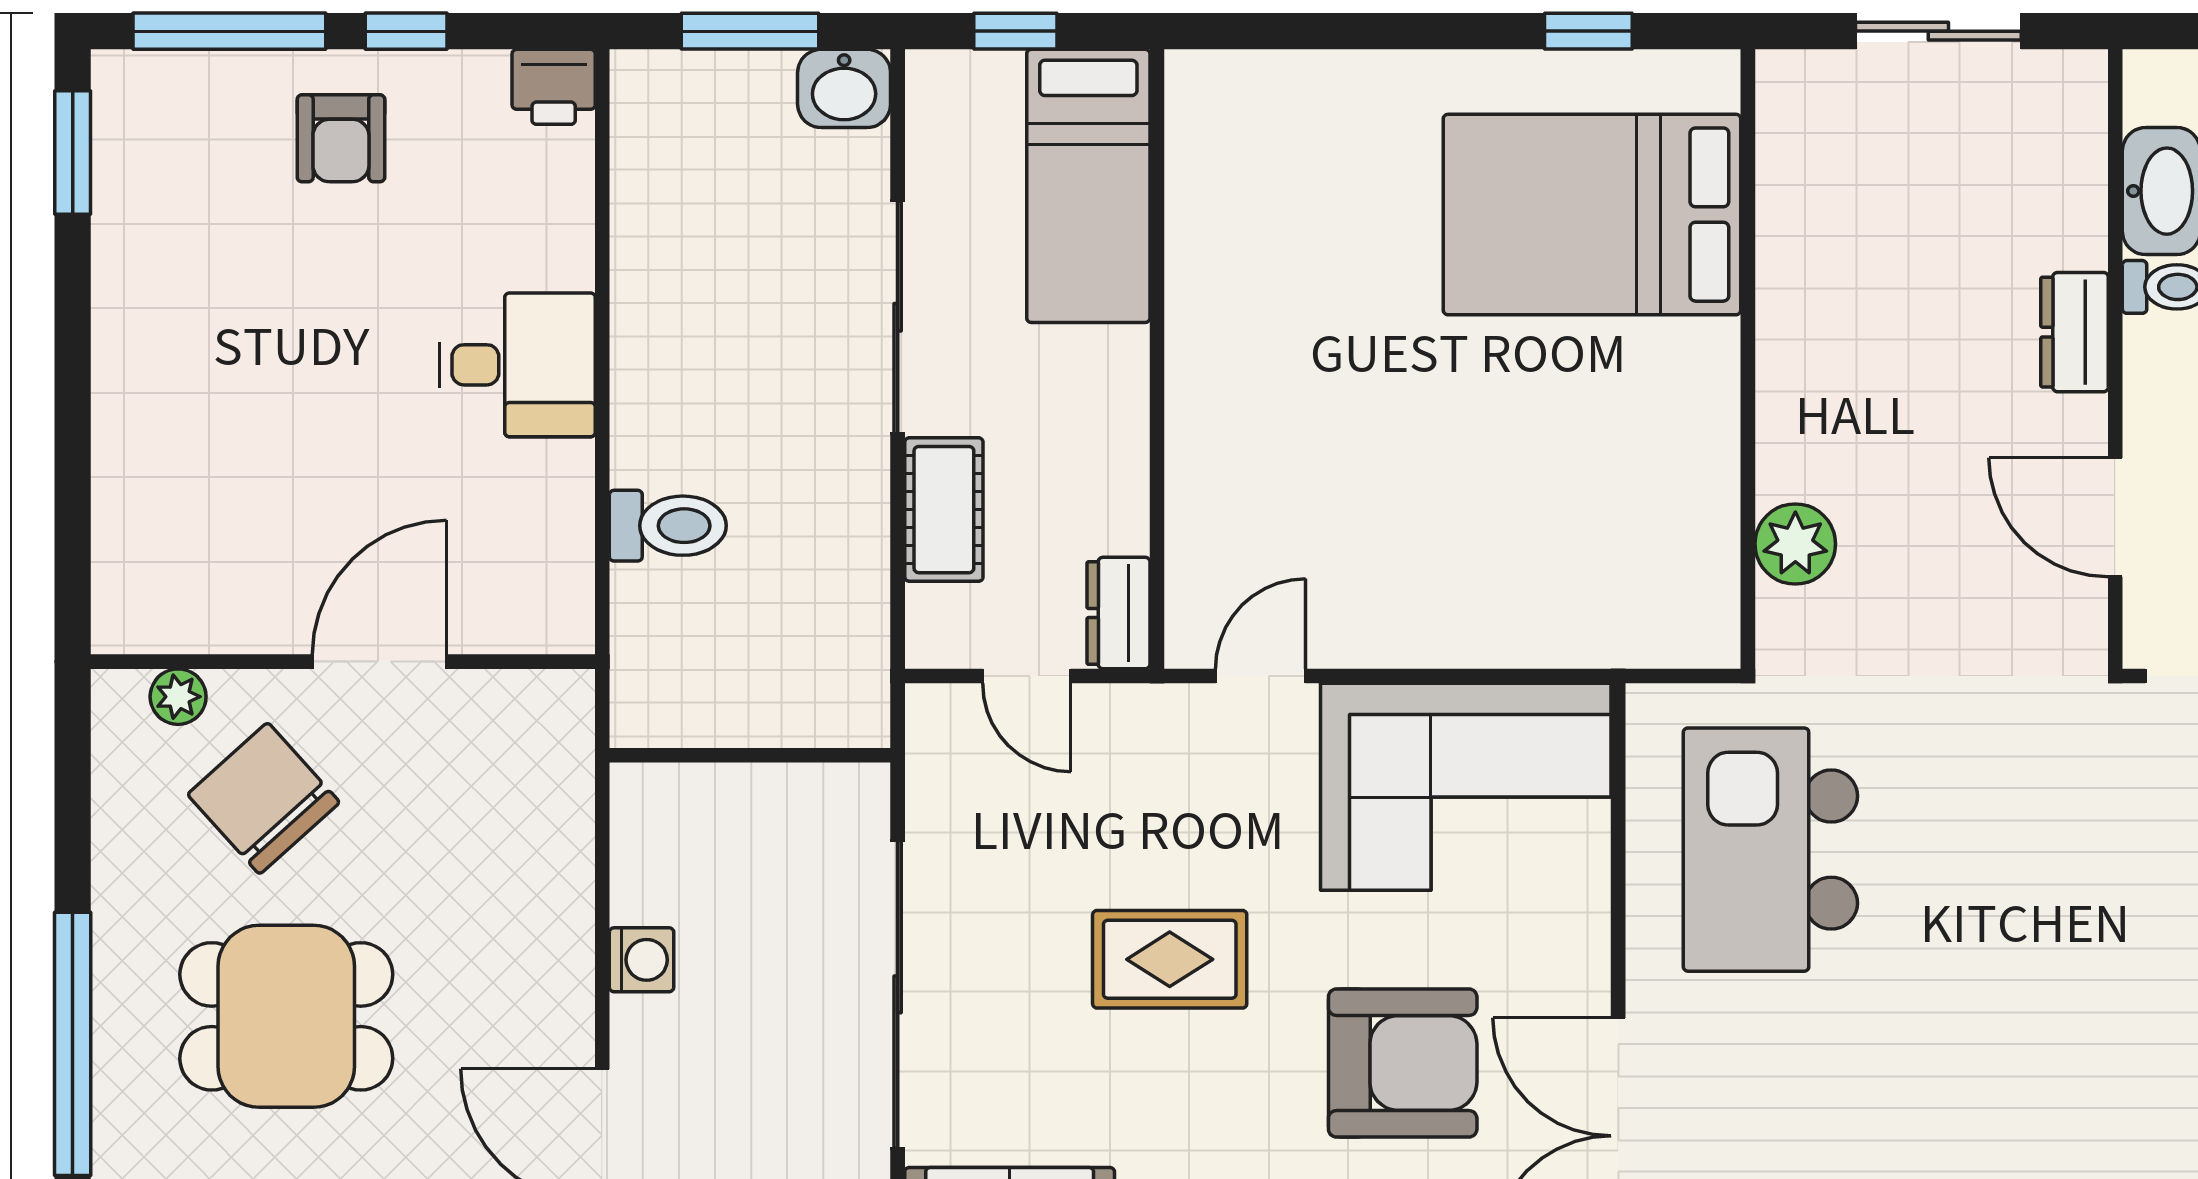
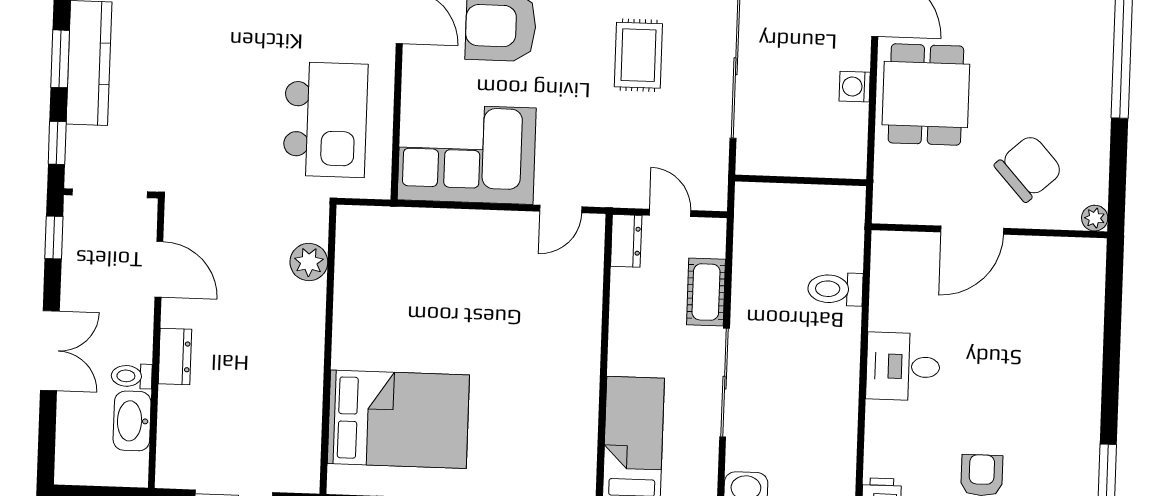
plant: (178, 697) -> (1095, 218), moved
chair: (264, 798) -> (1029, 168), turned -90
rug: (1170, 959) -> (638, 55), moved, turned 90
dining table: (286, 1016) -> (926, 94), moved, turned 90

